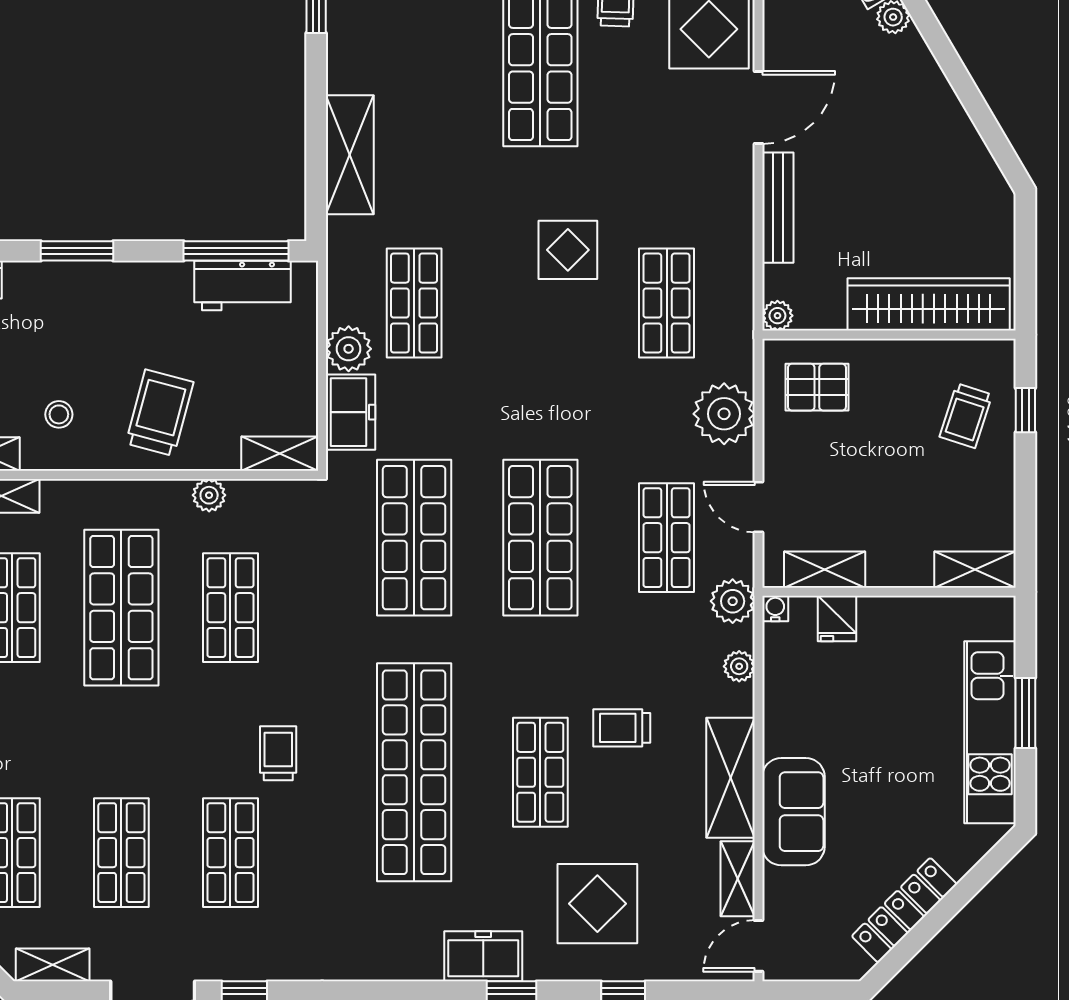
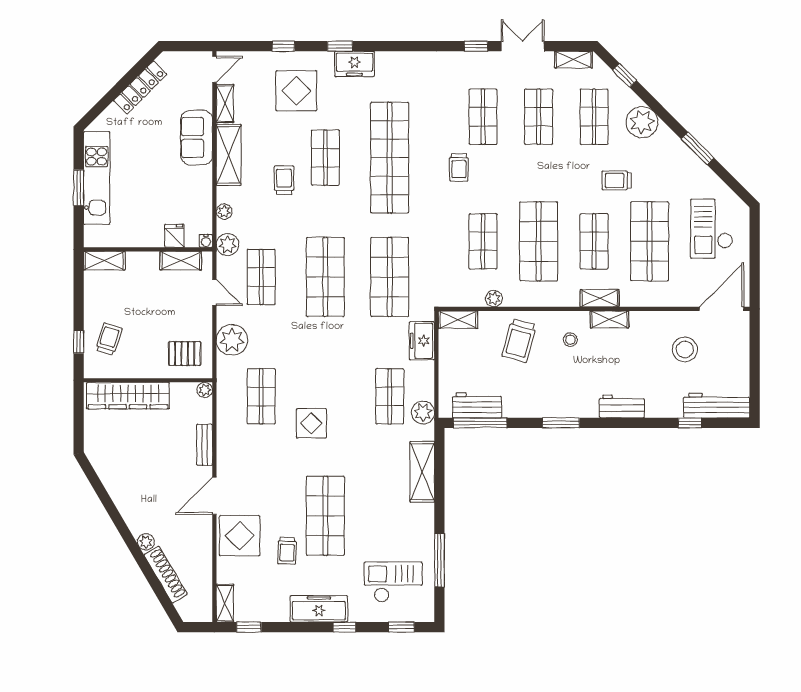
bench: (778, 208) -> (205, 445), width x0.73
plant: (349, 349) -> (423, 413), moved
trolley: (622, 728) -> (284, 180), turned -90

